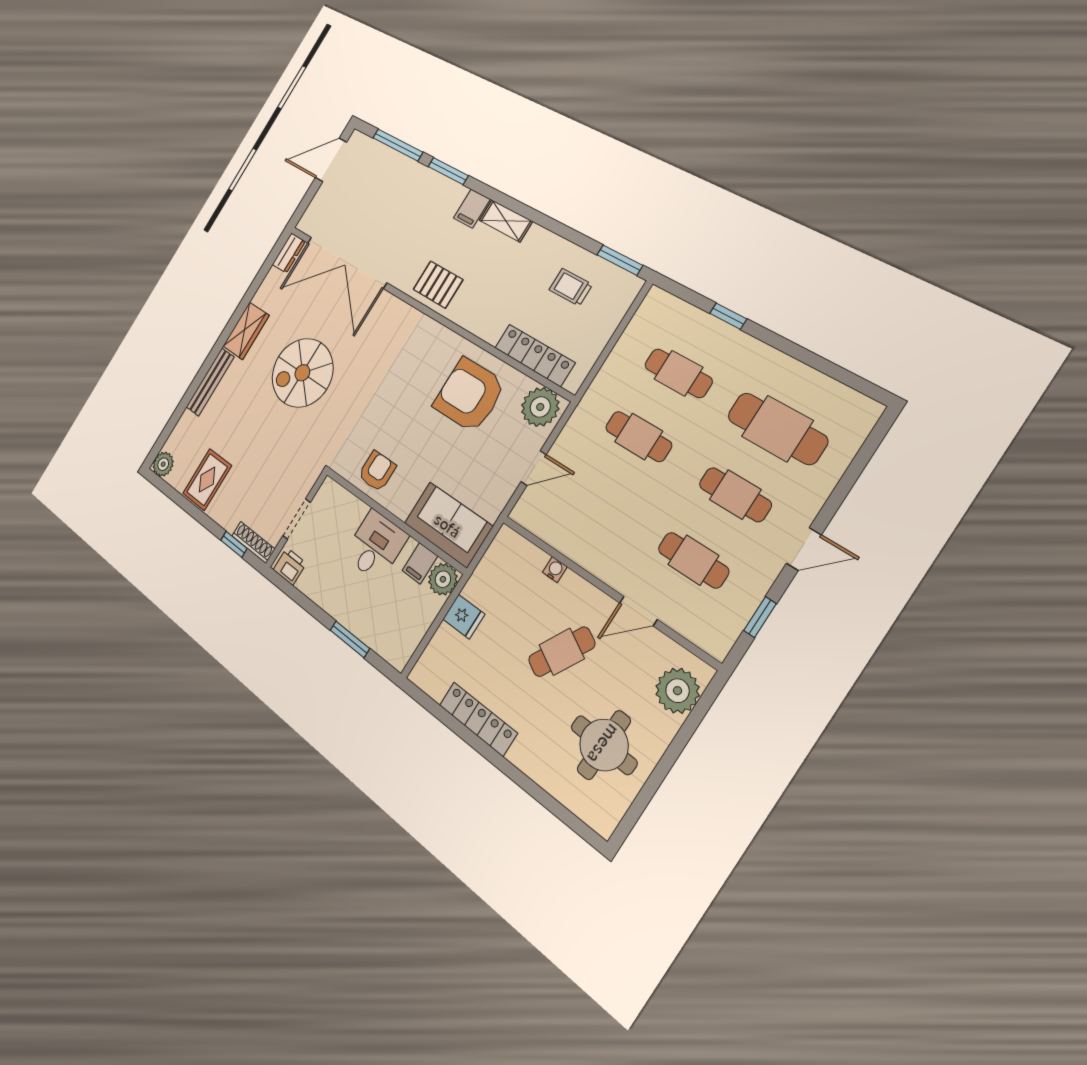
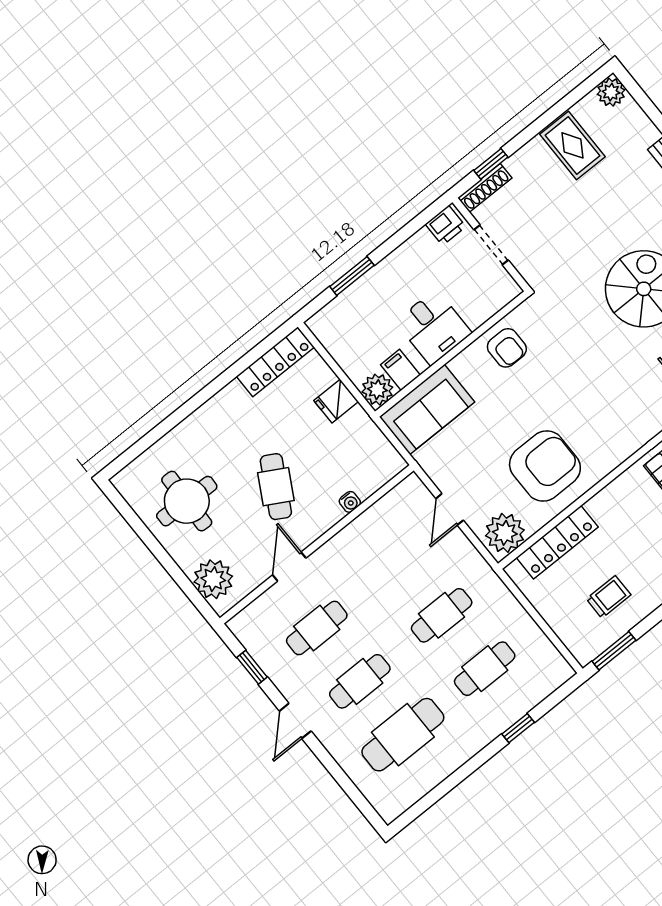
locker: (478, 719) -> (275, 362), moved

